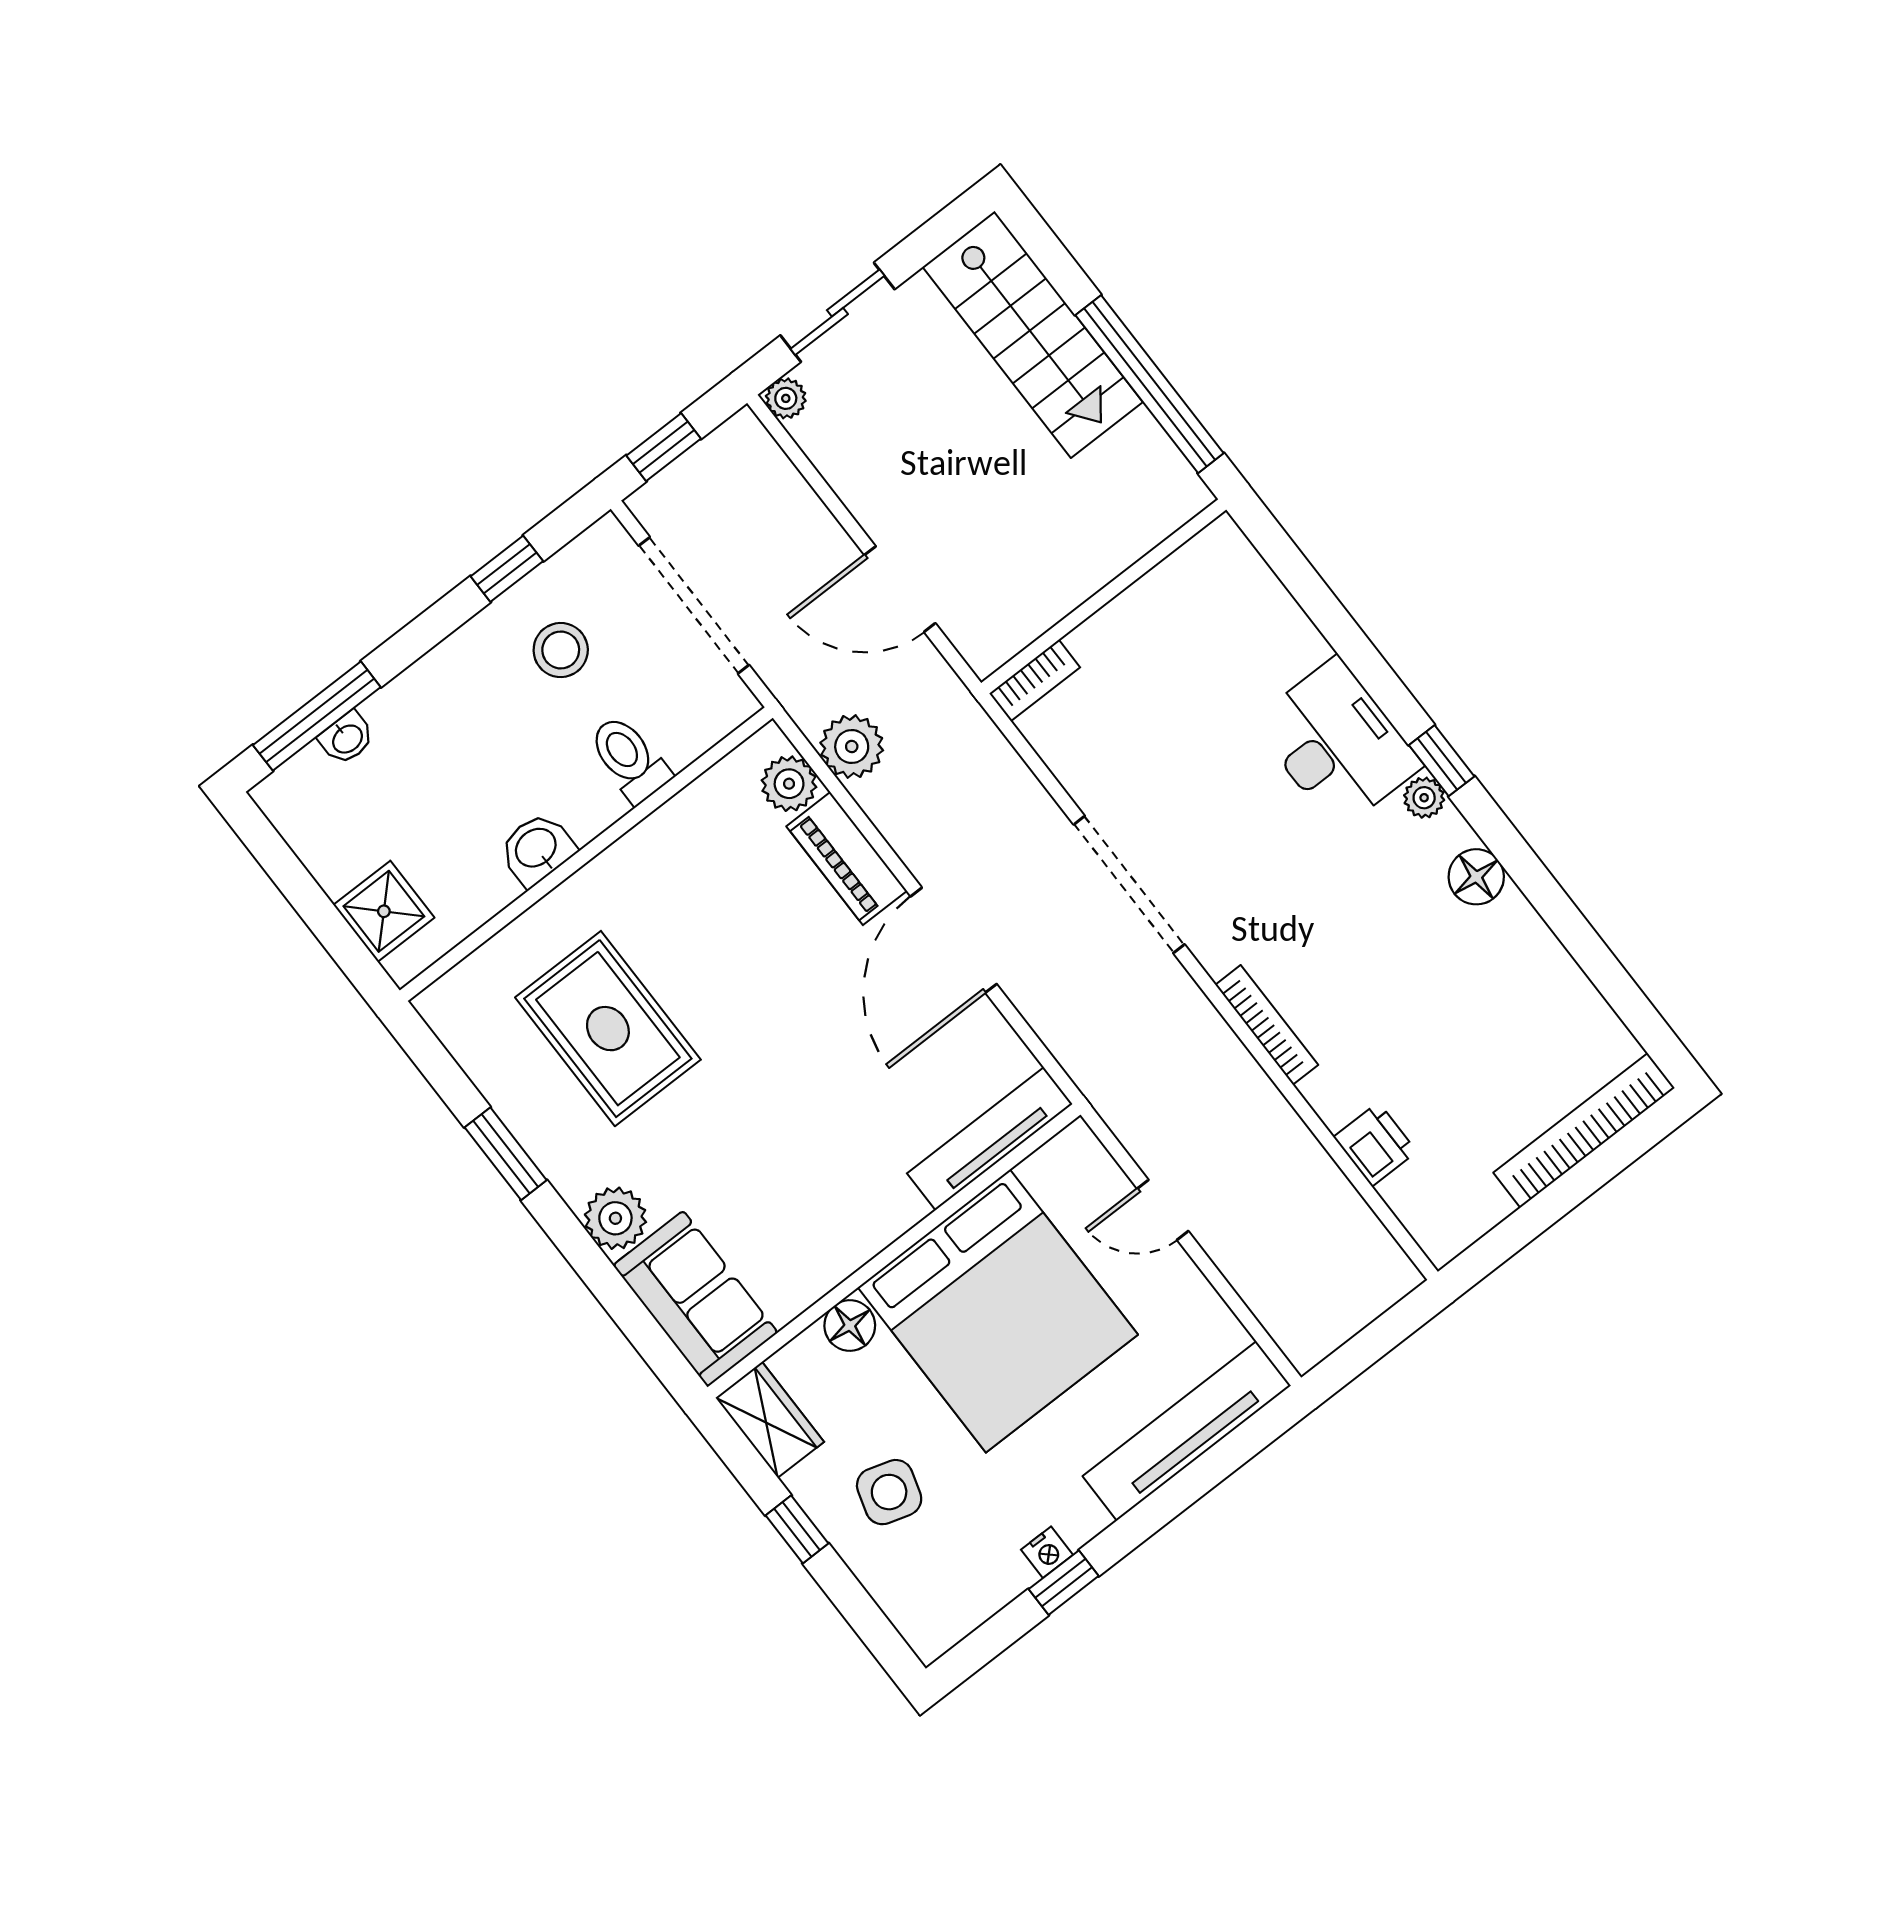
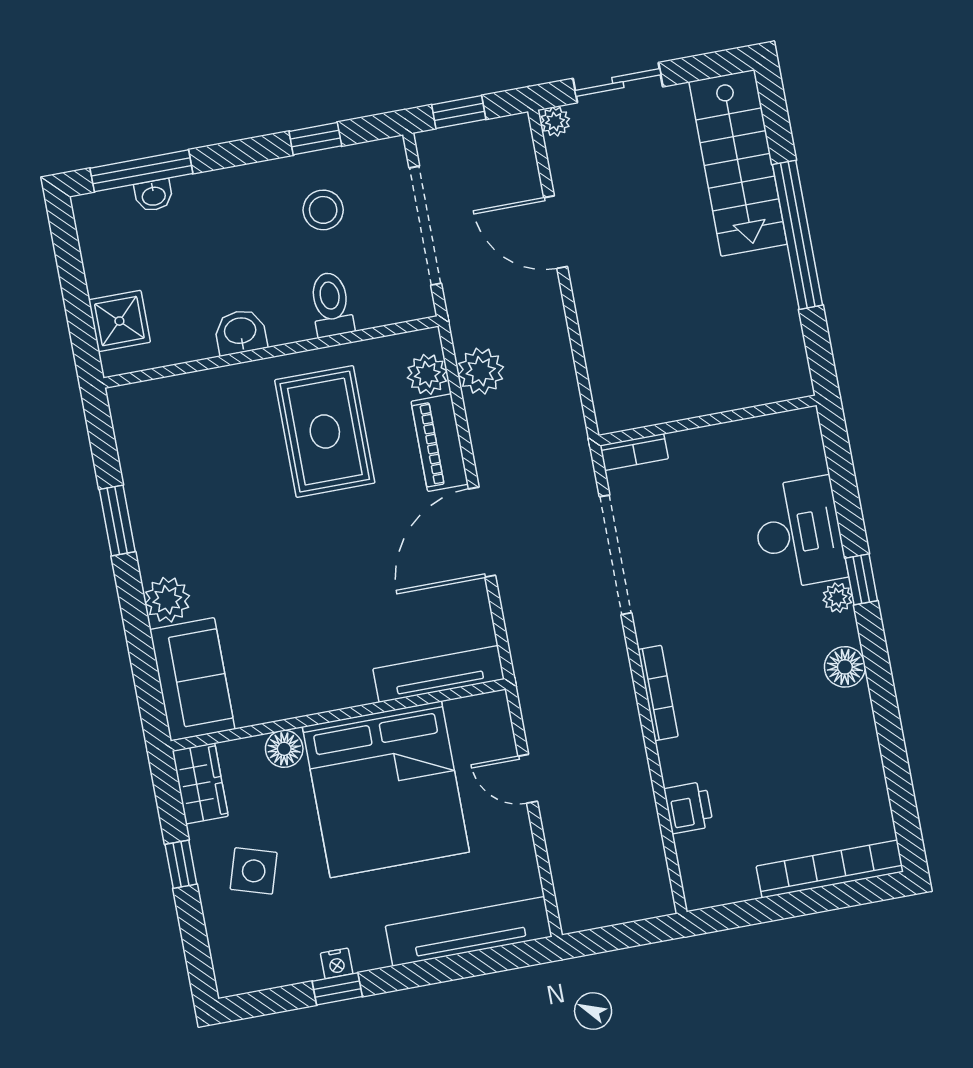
door: (900, 589) -> (556, 232), moved
wall: (1104, 596) -> (708, 420), moved
bookcase: (1035, 680) -> (634, 452), moved
rug: (608, 1029) -> (325, 431), moved

